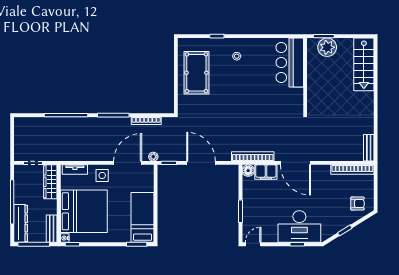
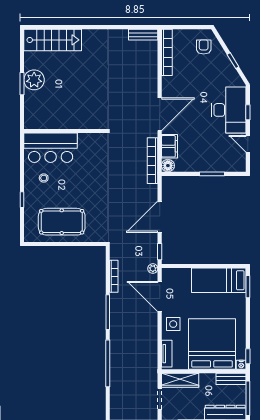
bar counter: (290, 62) -> (51, 148), moved
wall: (305, 76) -> (65, 131), moved
door: (253, 244) -> (248, 144), moved

